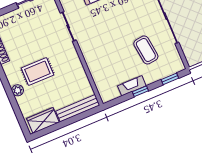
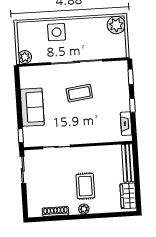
coffee table: (146, 50) -> (79, 93), moved
fireplace: (132, 86) -> (126, 124), moved
plant: (18, 90) -> (84, 209), moved

